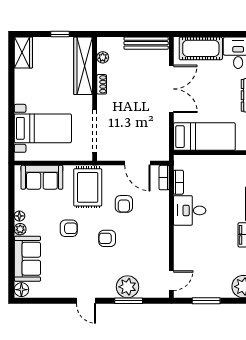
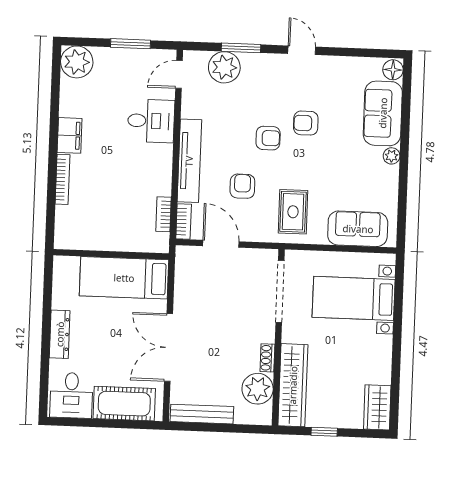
plant: (103, 57) -> (258, 389), width x1.88, depth x1.88
rug: (88, 187) -> (293, 212), width x0.73, depth x0.70
desk: (190, 210) -> (151, 121), moved
floor lamp: (19, 216) -> (392, 175), removed
tv unit: (162, 220) -> (189, 161), added
armchair: (69, 228) -> (306, 123), moved
plant: (127, 287) -> (224, 67), moved

